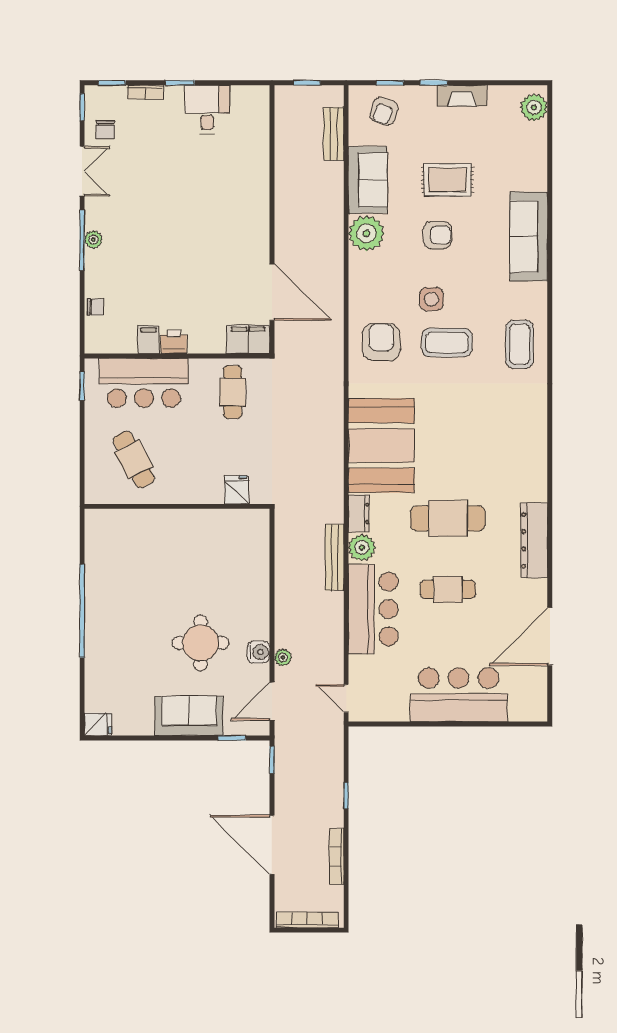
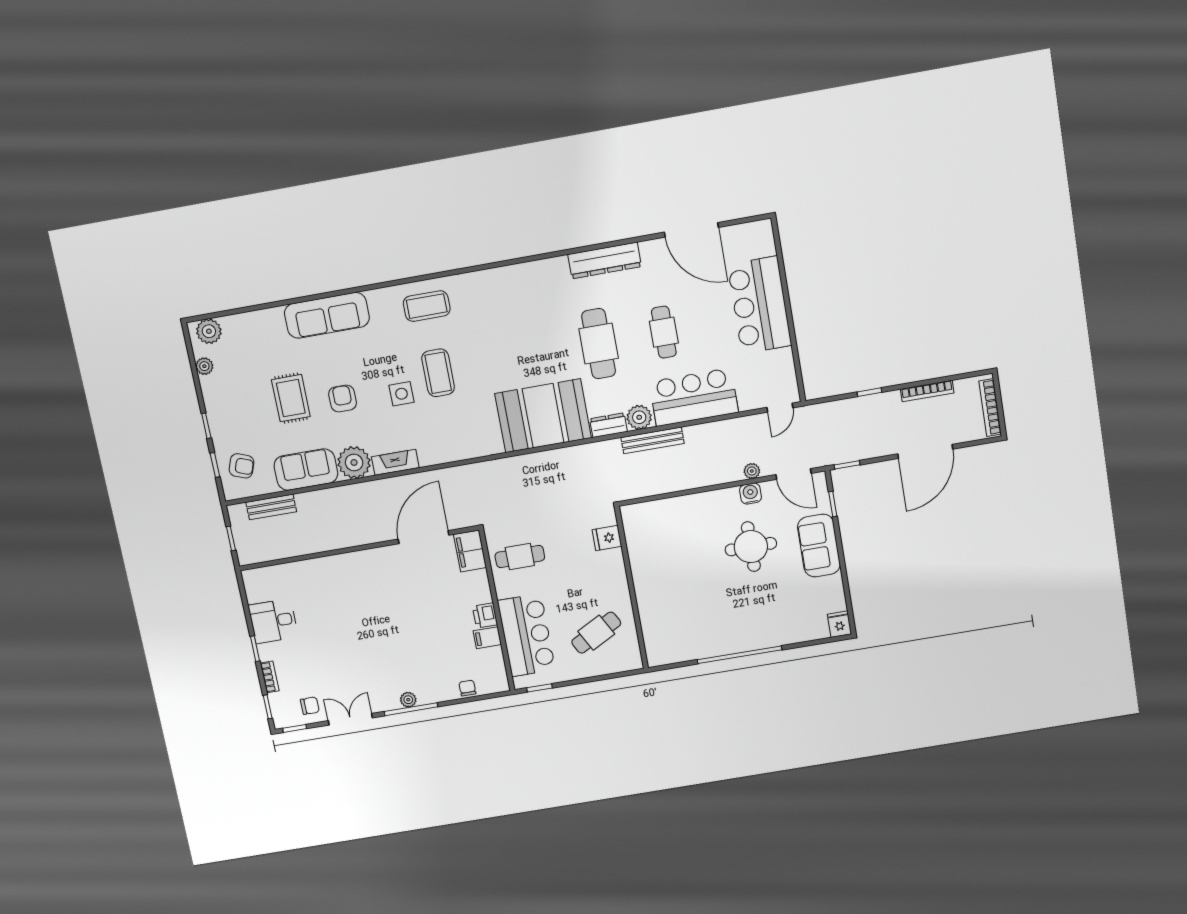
plant: (498, 95) -> (204, 366), added
fireplace: (462, 96) -> (395, 462), moved, turned -90
armchair: (381, 342) -> (449, 432), removed

